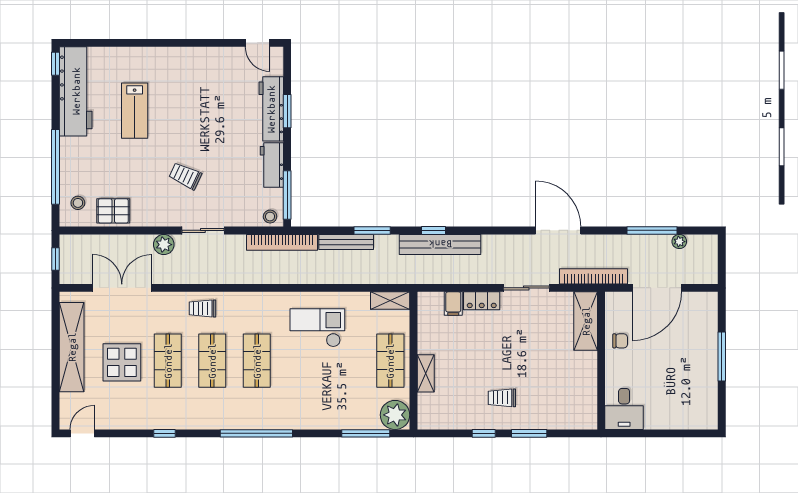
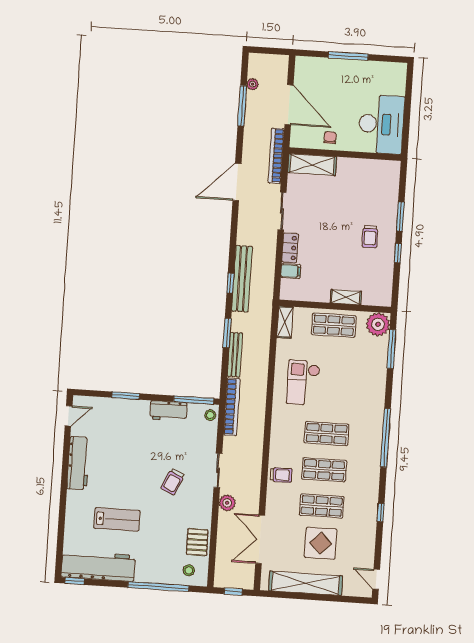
workbench: (271, 109) -> (78, 463), moved, turned -90
trolley: (202, 308) -> (281, 475), turned -90
desk: (624, 409) -> (381, 124), width x1.87, depth x1.30

